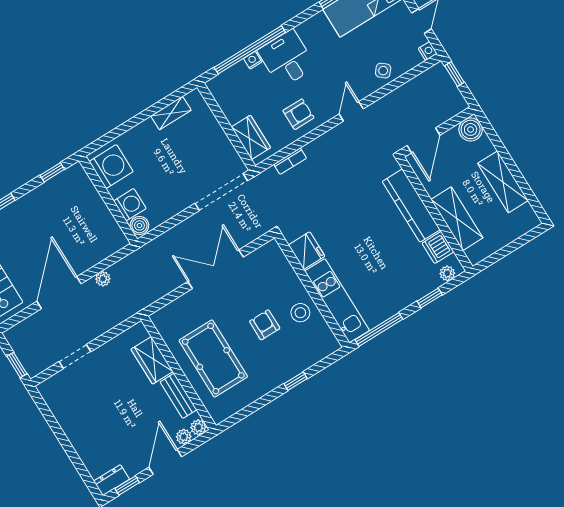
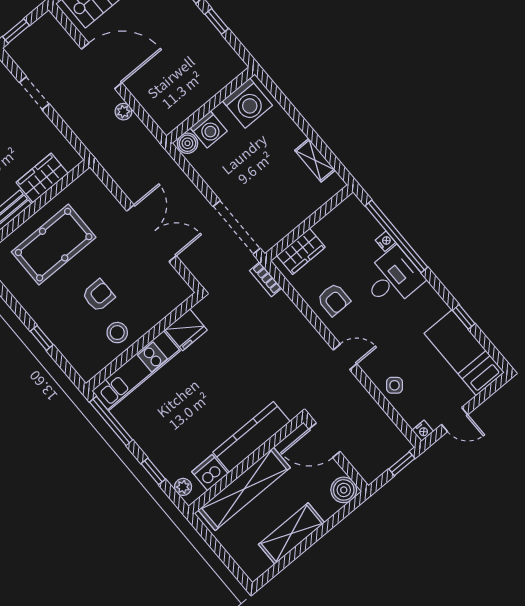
bookcase: (290, 161) -> (266, 279), moved
window: (52, 172) -> (217, 21), moved
shelving: (457, 219) -> (244, 489), width x1.47

